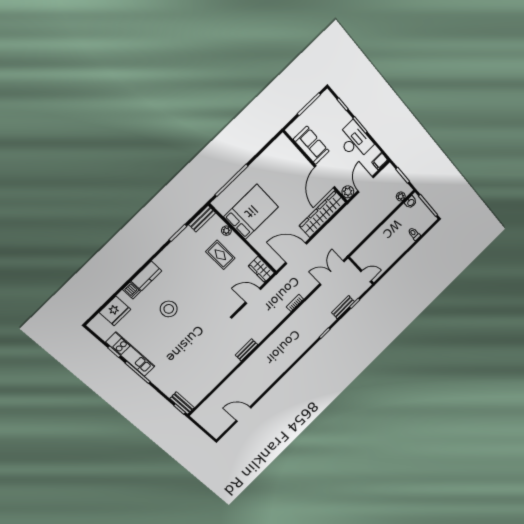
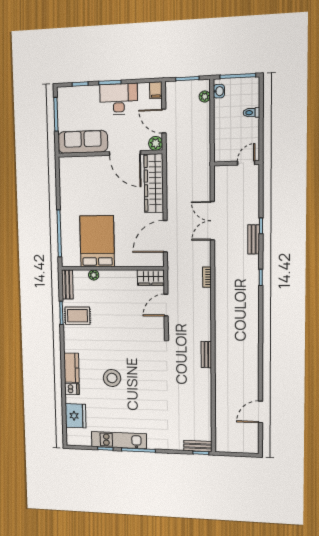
sofa: (311, 145) -> (83, 142), width x1.36
rug: (220, 255) -> (77, 316), moved
wall: (361, 271) -> (236, 163), moved
door: (366, 276) -> (246, 163), moved

